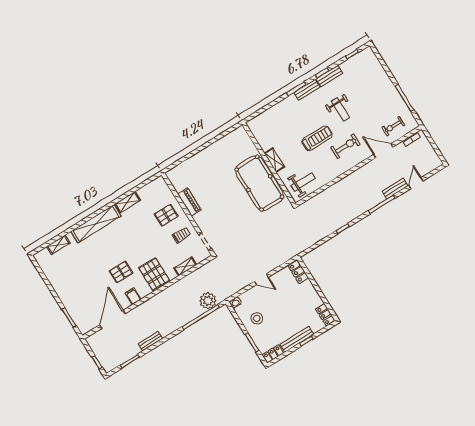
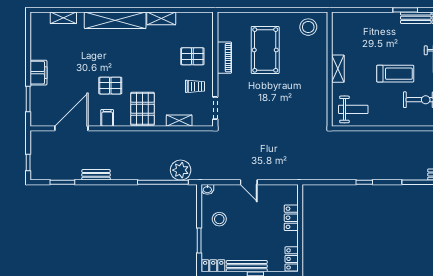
stool: (235, 144) -> (308, 27), added
pool table: (259, 183) -> (265, 50), moved, width x0.73, depth x0.76
locker: (298, 272) -> (291, 218), moved
filing cabinet: (65, 294) -> (38, 73), added

